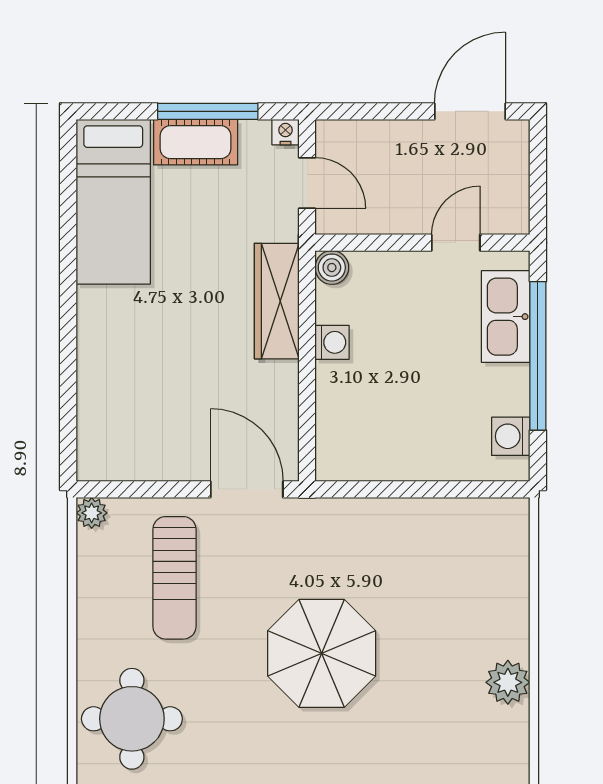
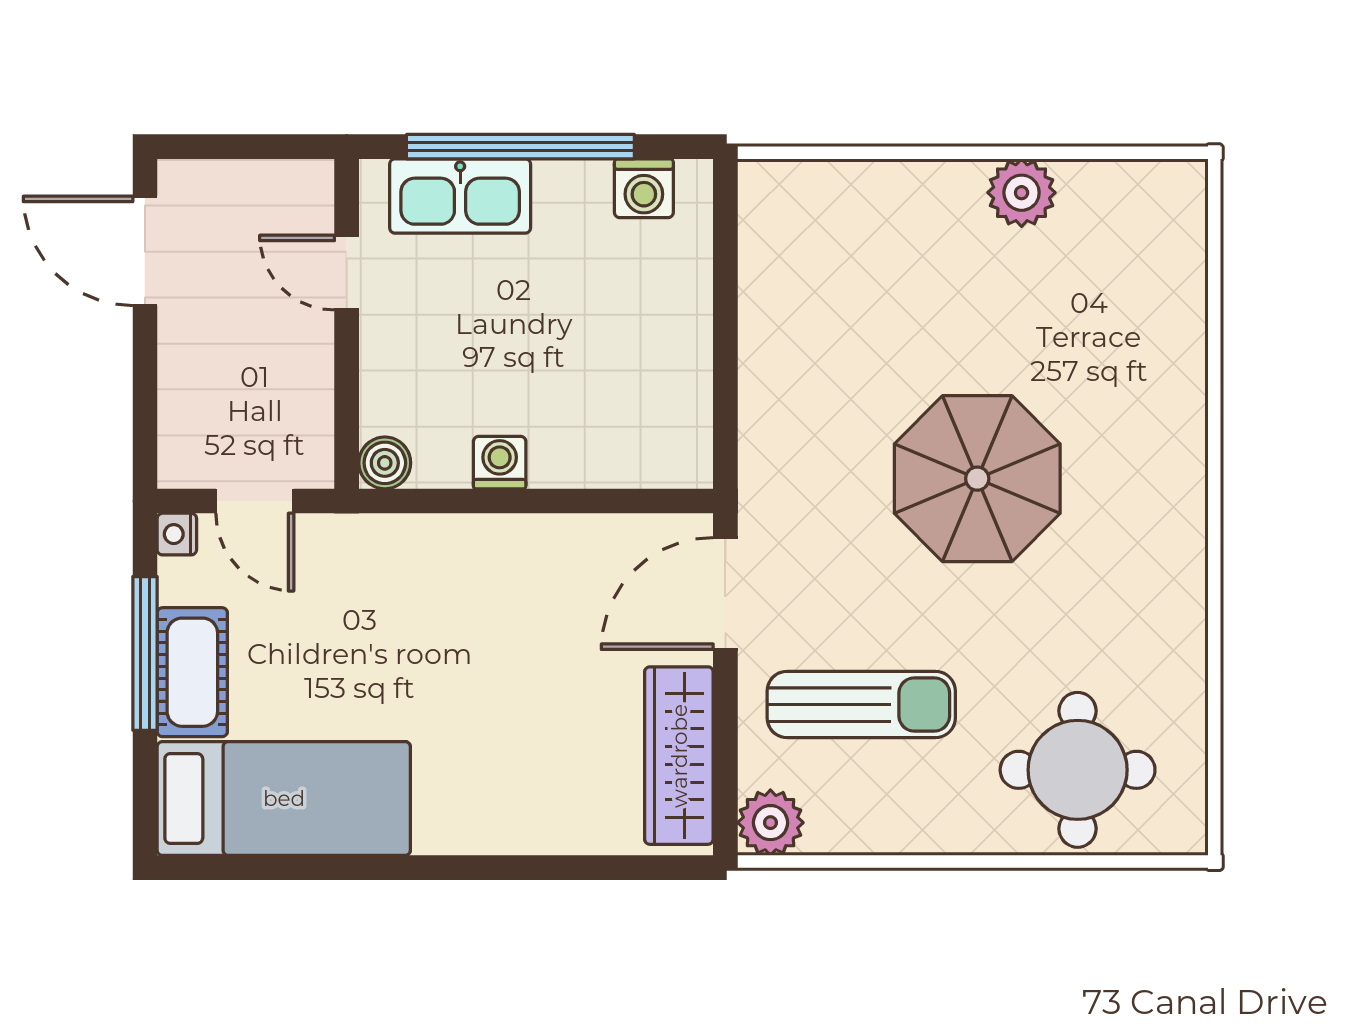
door: (307, 183) -> (255, 501), swing flipped
wardrobe: (277, 301) -> (679, 756), moved, turned 90
plant: (92, 513) -> (770, 823), width x1.38, depth x1.38

